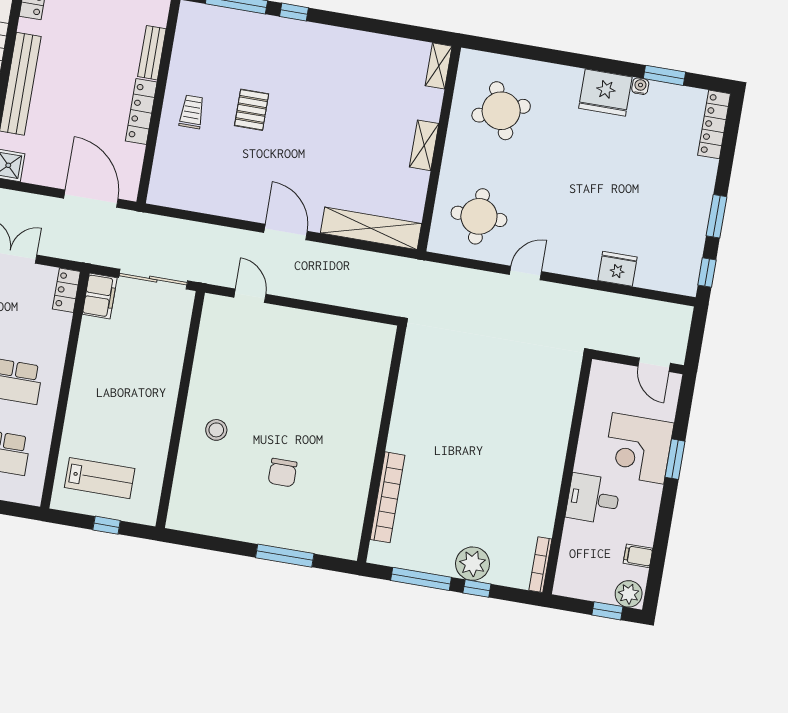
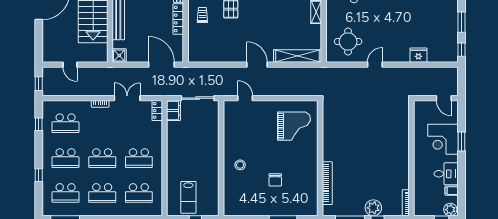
grand piano: (339, 370) -> (294, 126), added
lab bench: (100, 478) -> (188, 197), turned 90
desk: (593, 499) -> (446, 174), moved, turned 180

